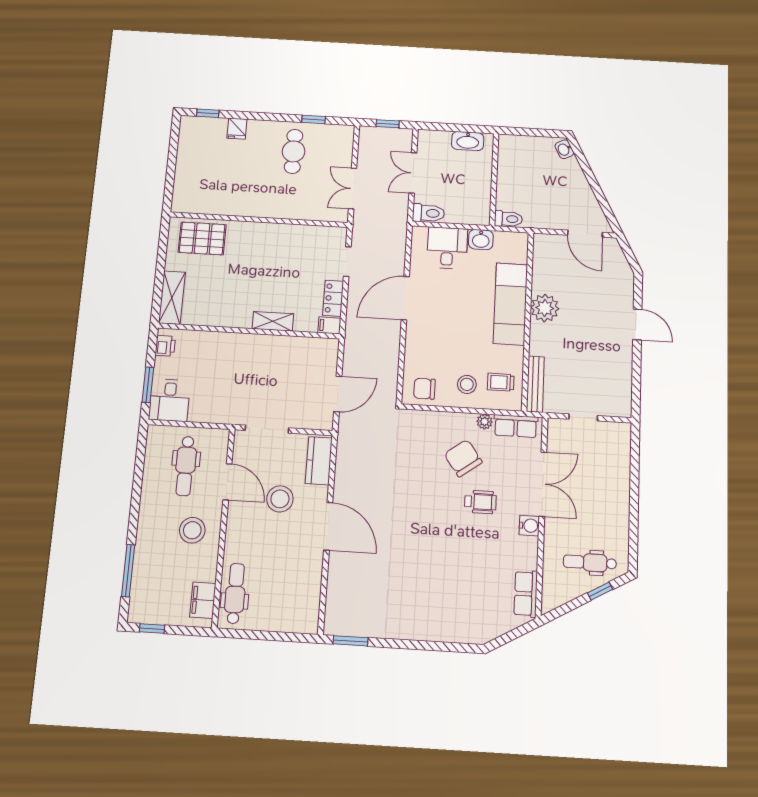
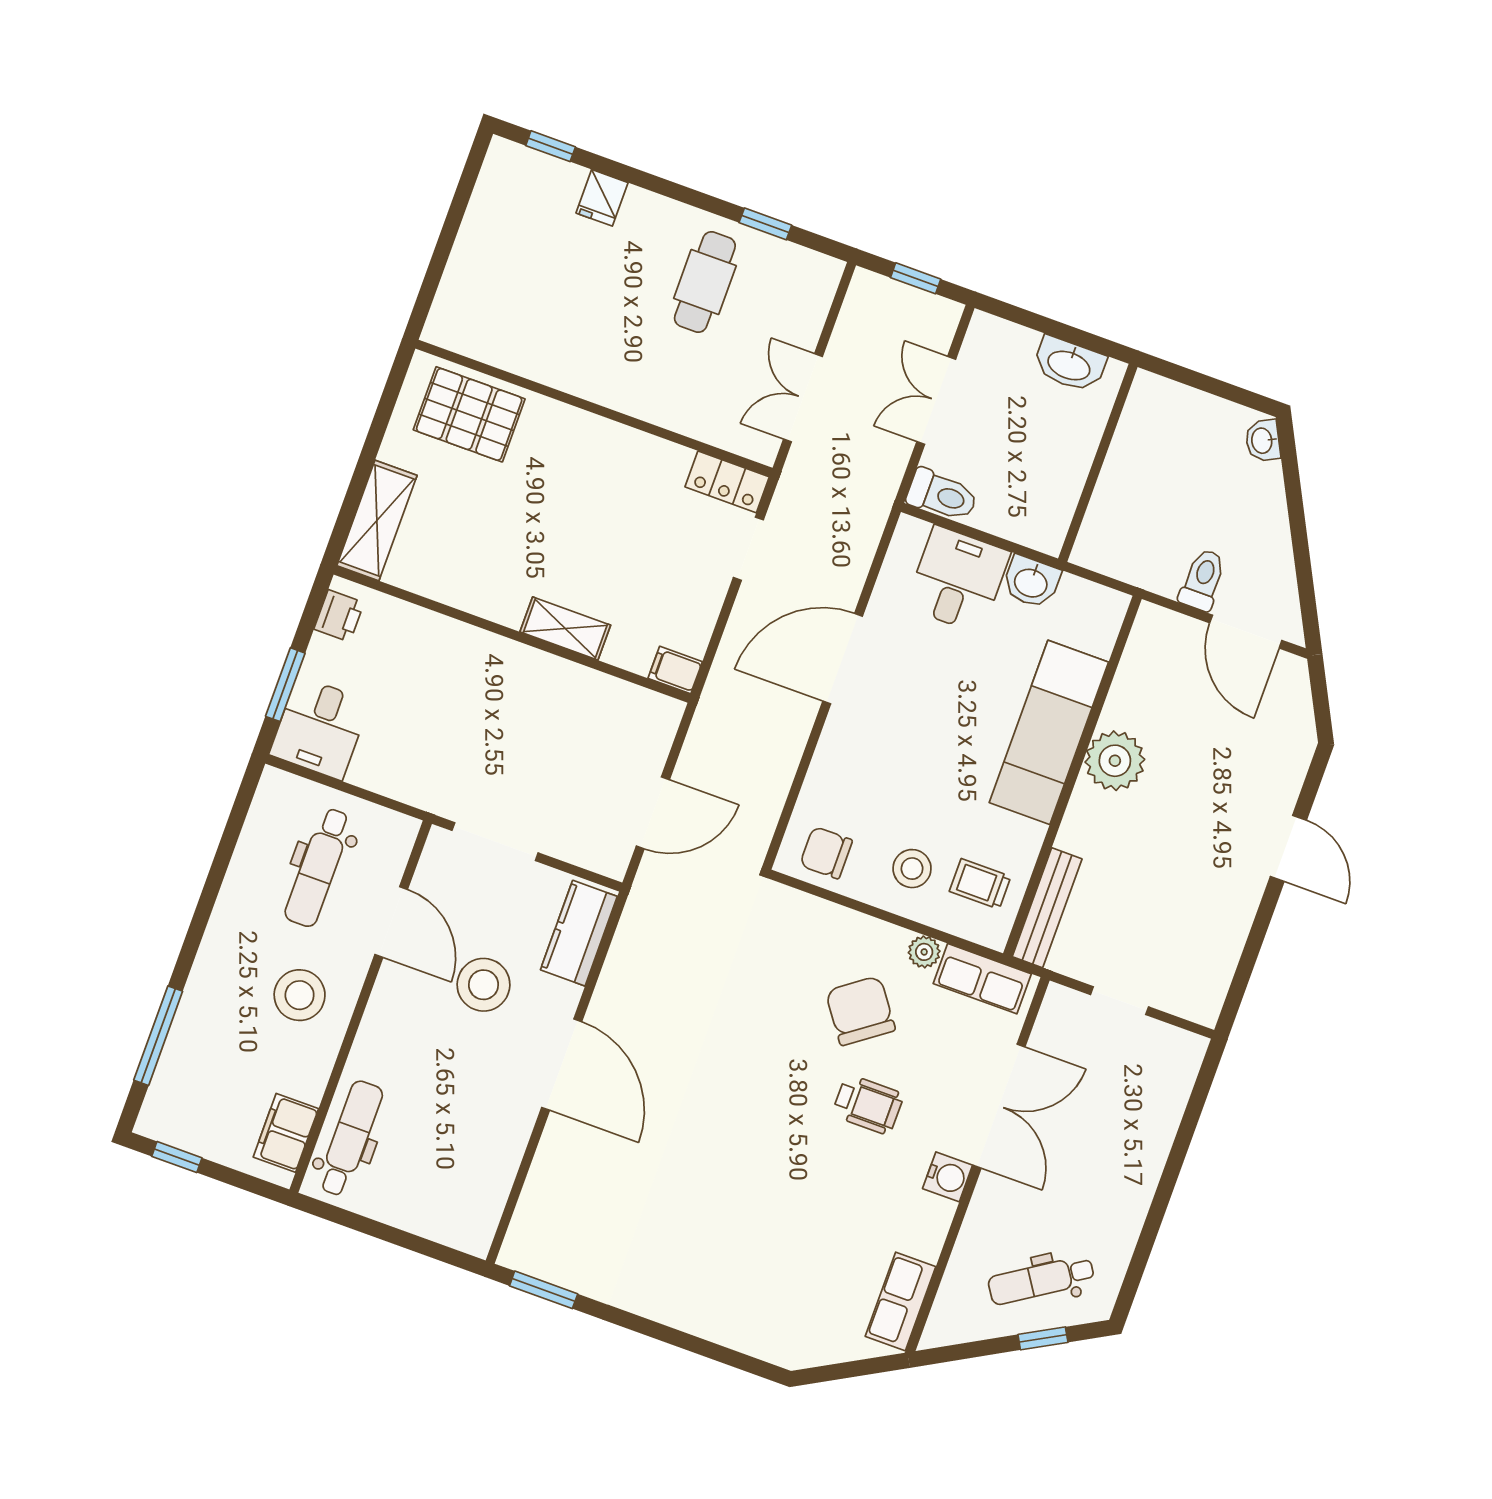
toilet: (508, 219) -> (1203, 580), moved, turned -90
locker: (333, 298) -> (727, 482), moved, turned -90
dental chair: (590, 563) -> (1041, 1280), turned -33

